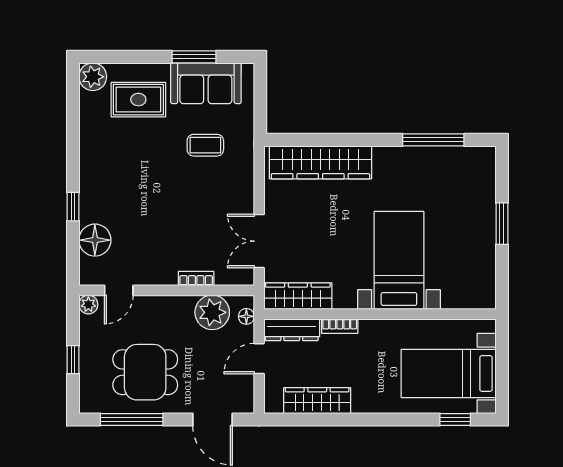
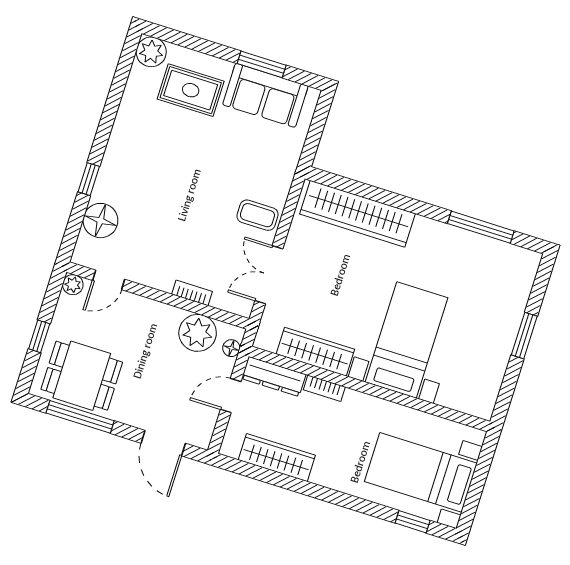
coffee table: (205, 145) -> (257, 215), moved
wardrobe: (298, 296) -> (315, 352), moved
dining table: (145, 372) -> (82, 376), moved

